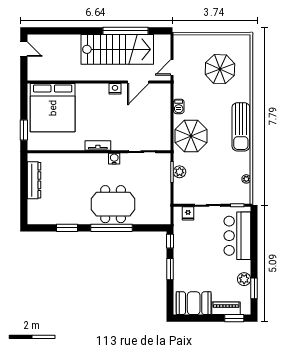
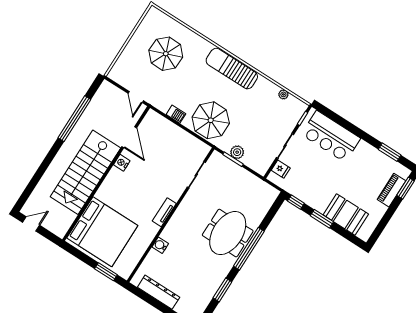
stairs: (117, 49) -> (85, 172), moved, turned 180
sun lounger: (241, 127) -> (232, 69), turned 180
water cooler: (114, 159) -> (160, 245), moved
plant: (244, 279) -> (375, 156), removed
booth: (194, 303) -> (346, 214), moved, turned 90

